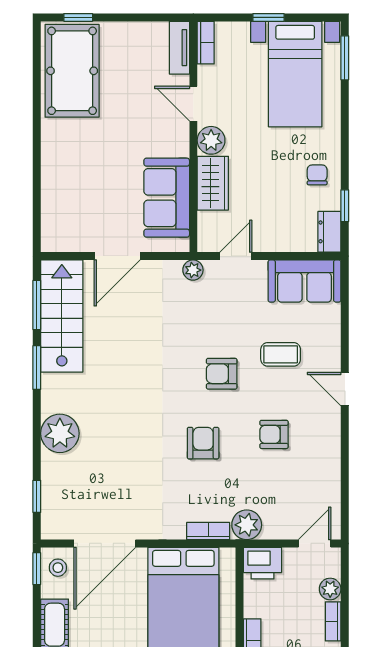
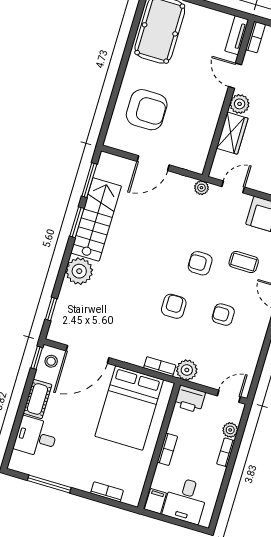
armchair: (87, 186) -> (147, 110), added
sofa: (167, 198) -> (198, 134), removed
stairs: (62, 316) -> (96, 219), moved

